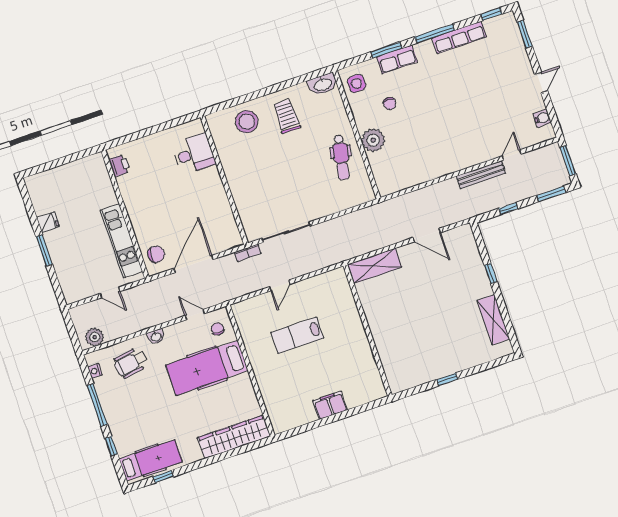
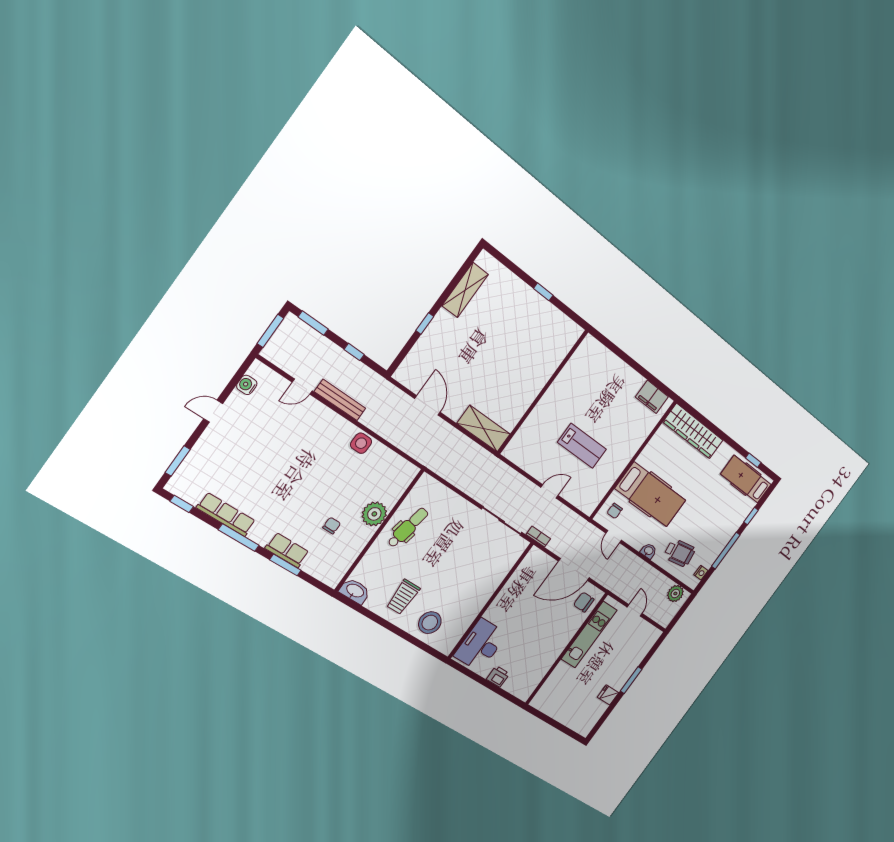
side table: (357, 83) -> (361, 443), moved
desk: (194, 154) -> (481, 645), width x1.37
printer: (119, 166) -> (498, 676), moved, turned 90
filing cabinet: (330, 405) -> (652, 397), moved

